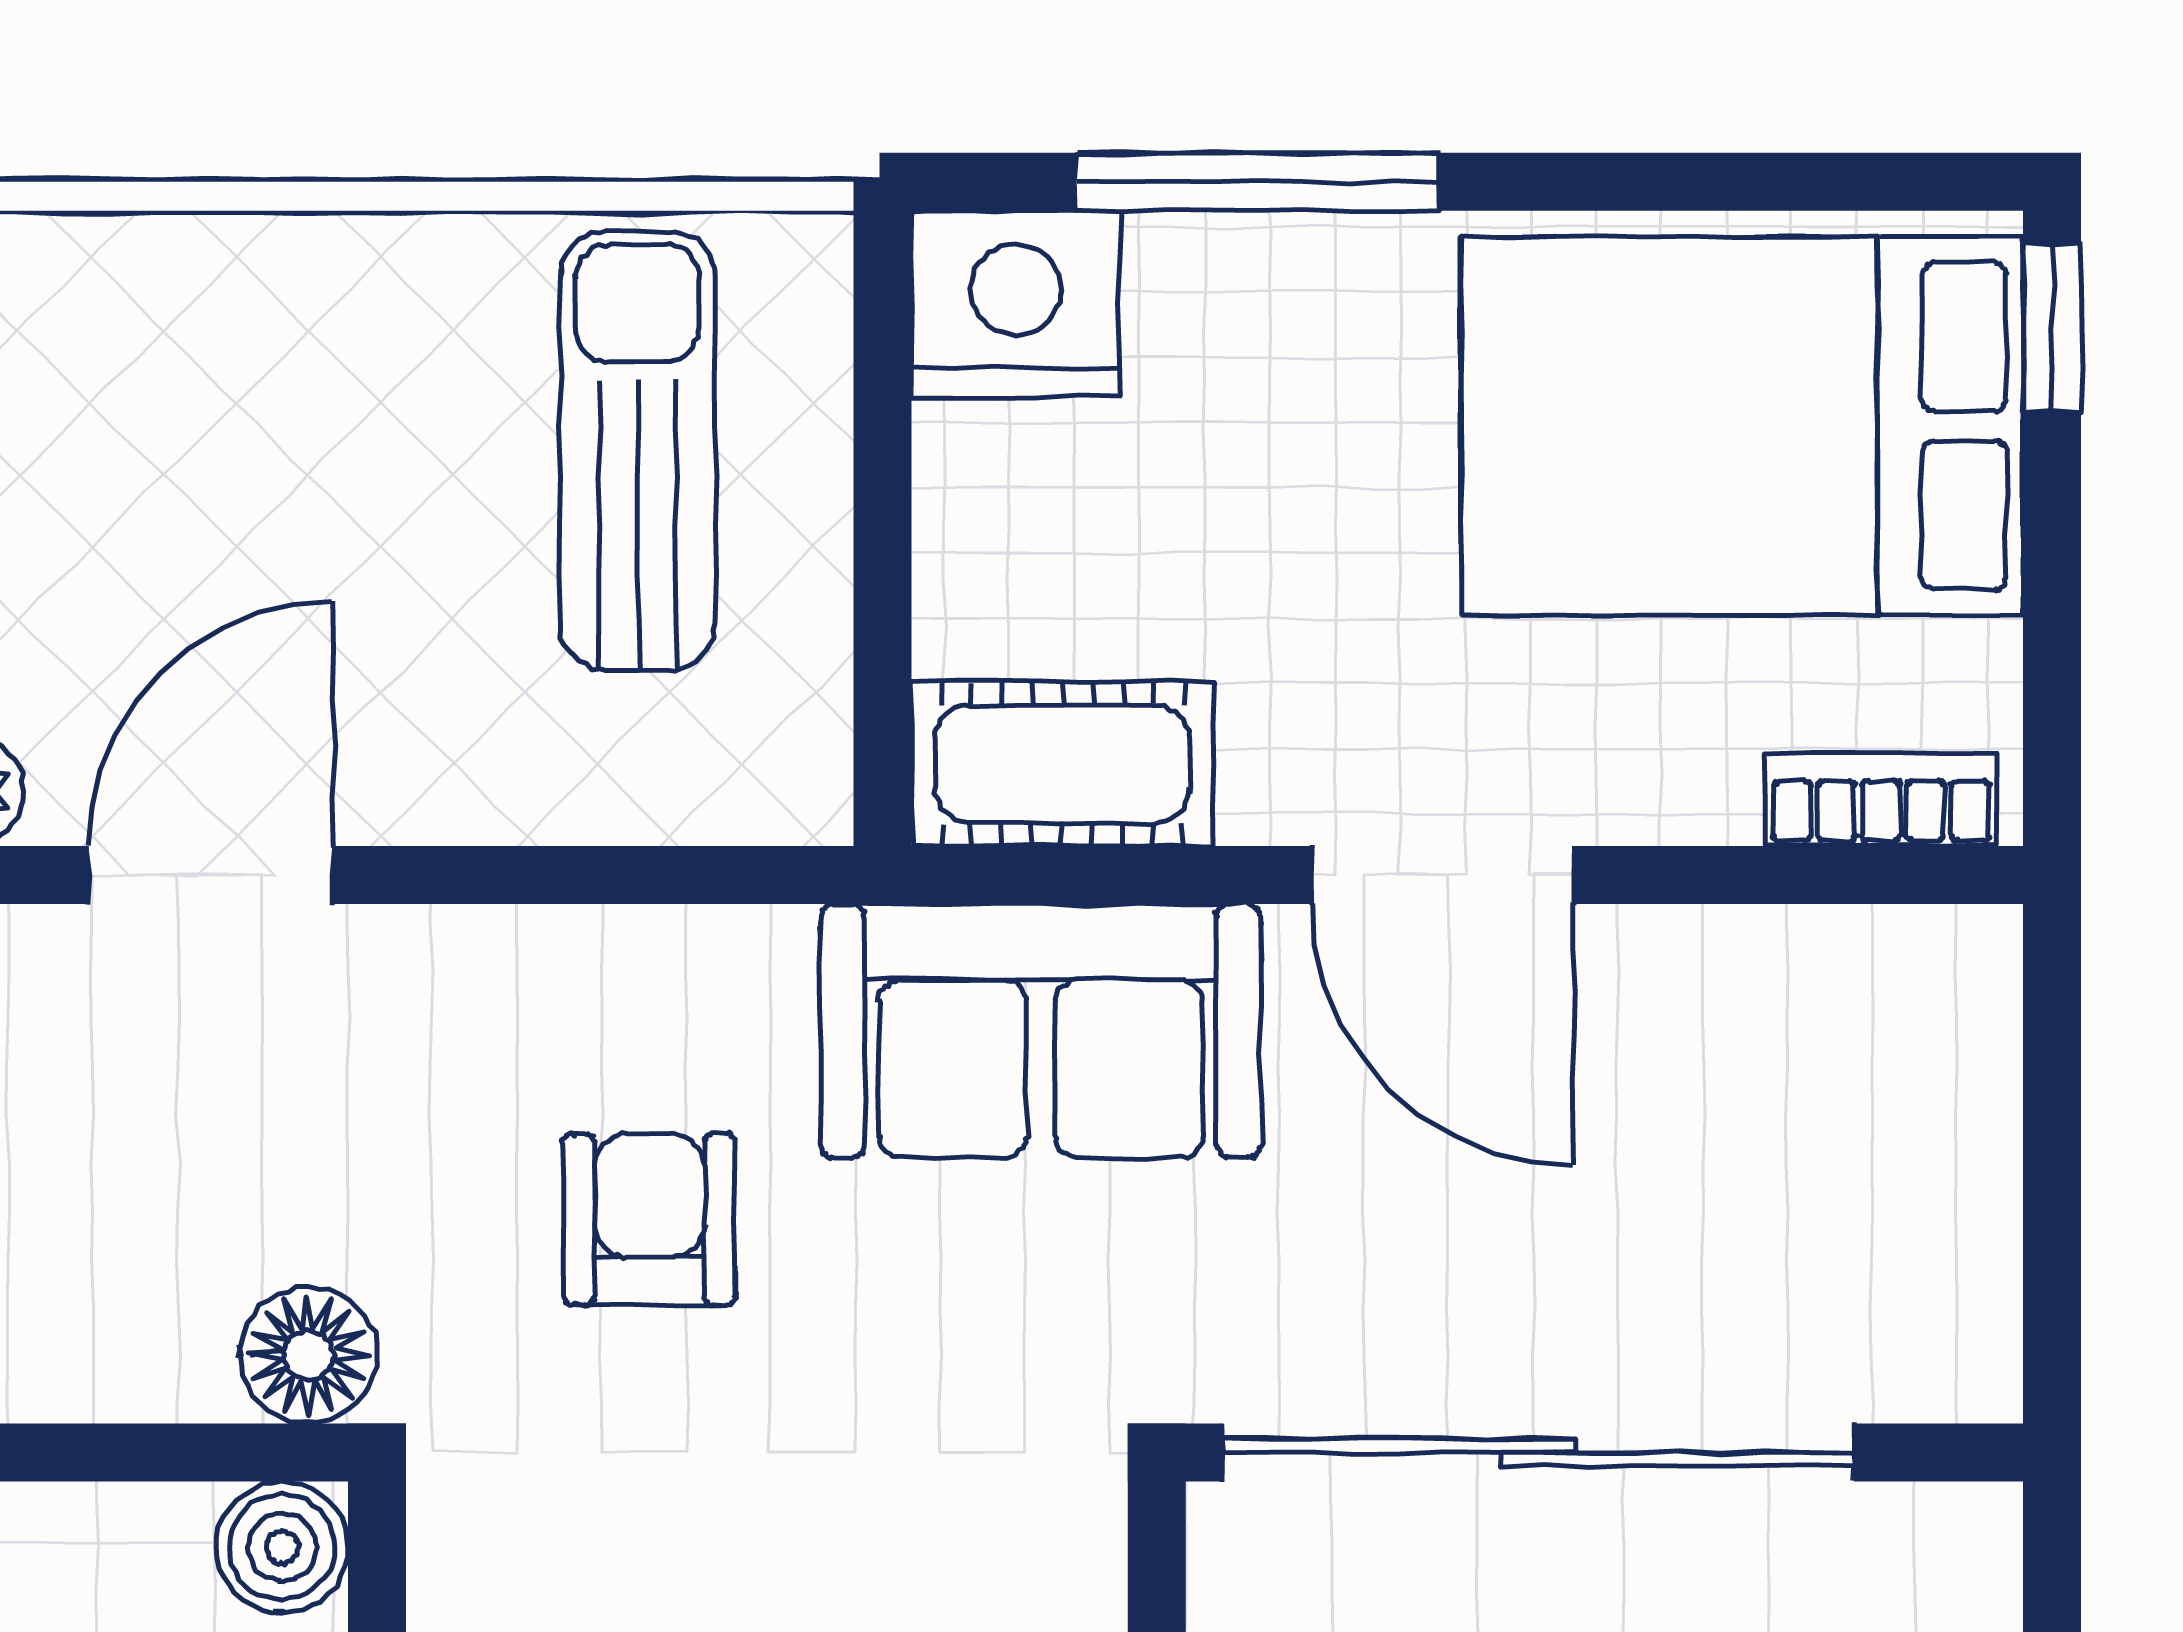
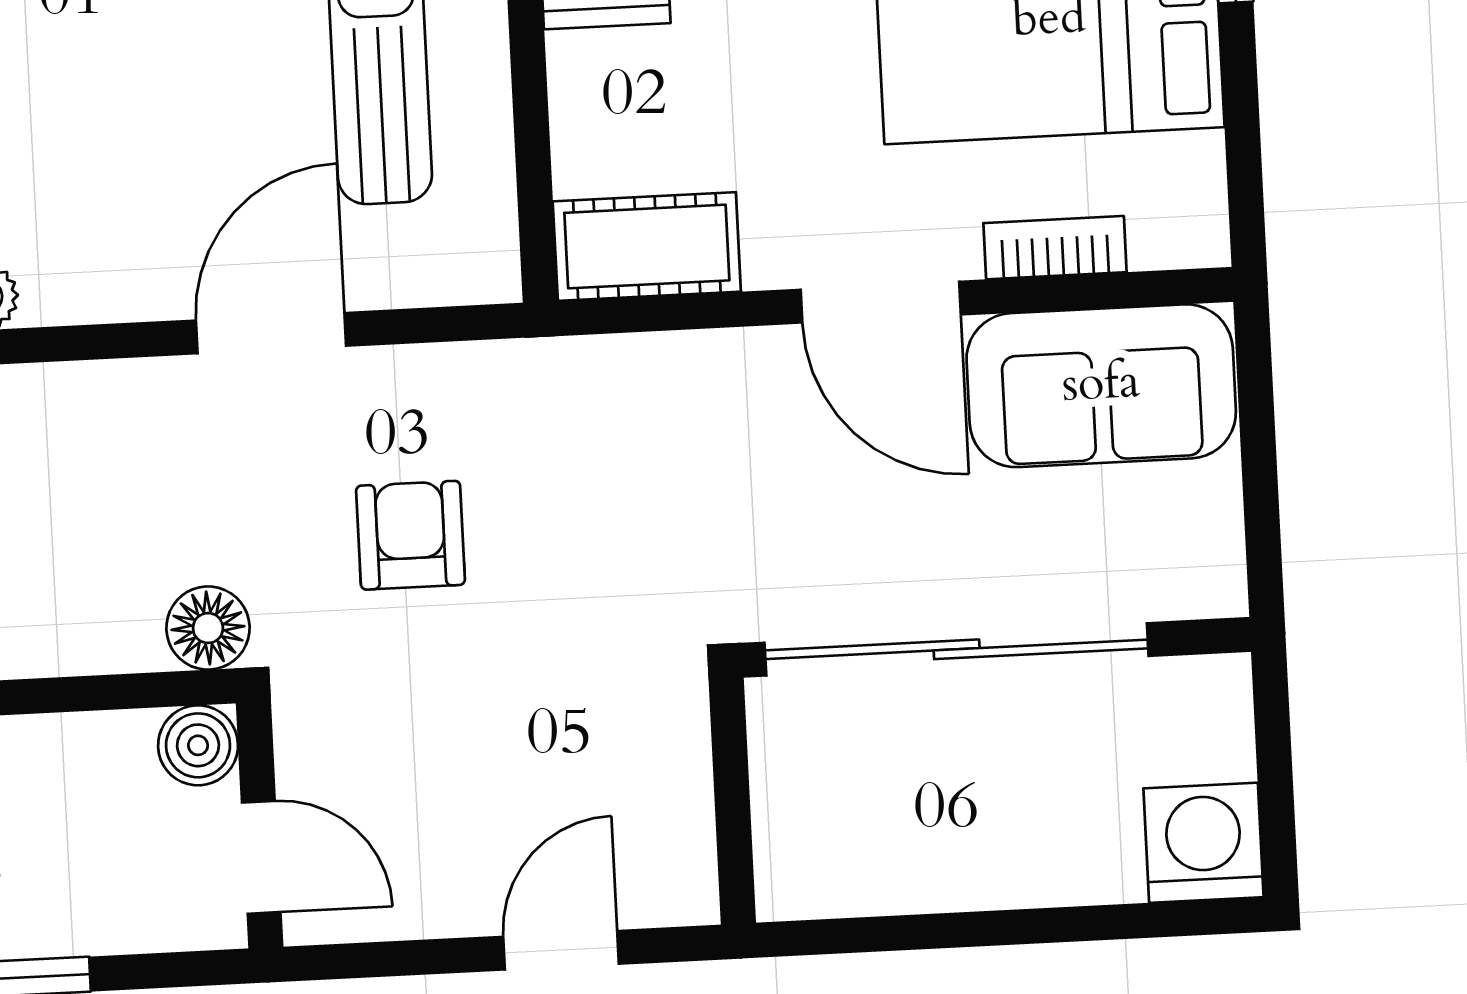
bookcase: (1881, 800) -> (1055, 248), moved
door: (211, 875) -> (271, 333), moved
sofa: (1041, 1031) -> (1101, 386), moved

